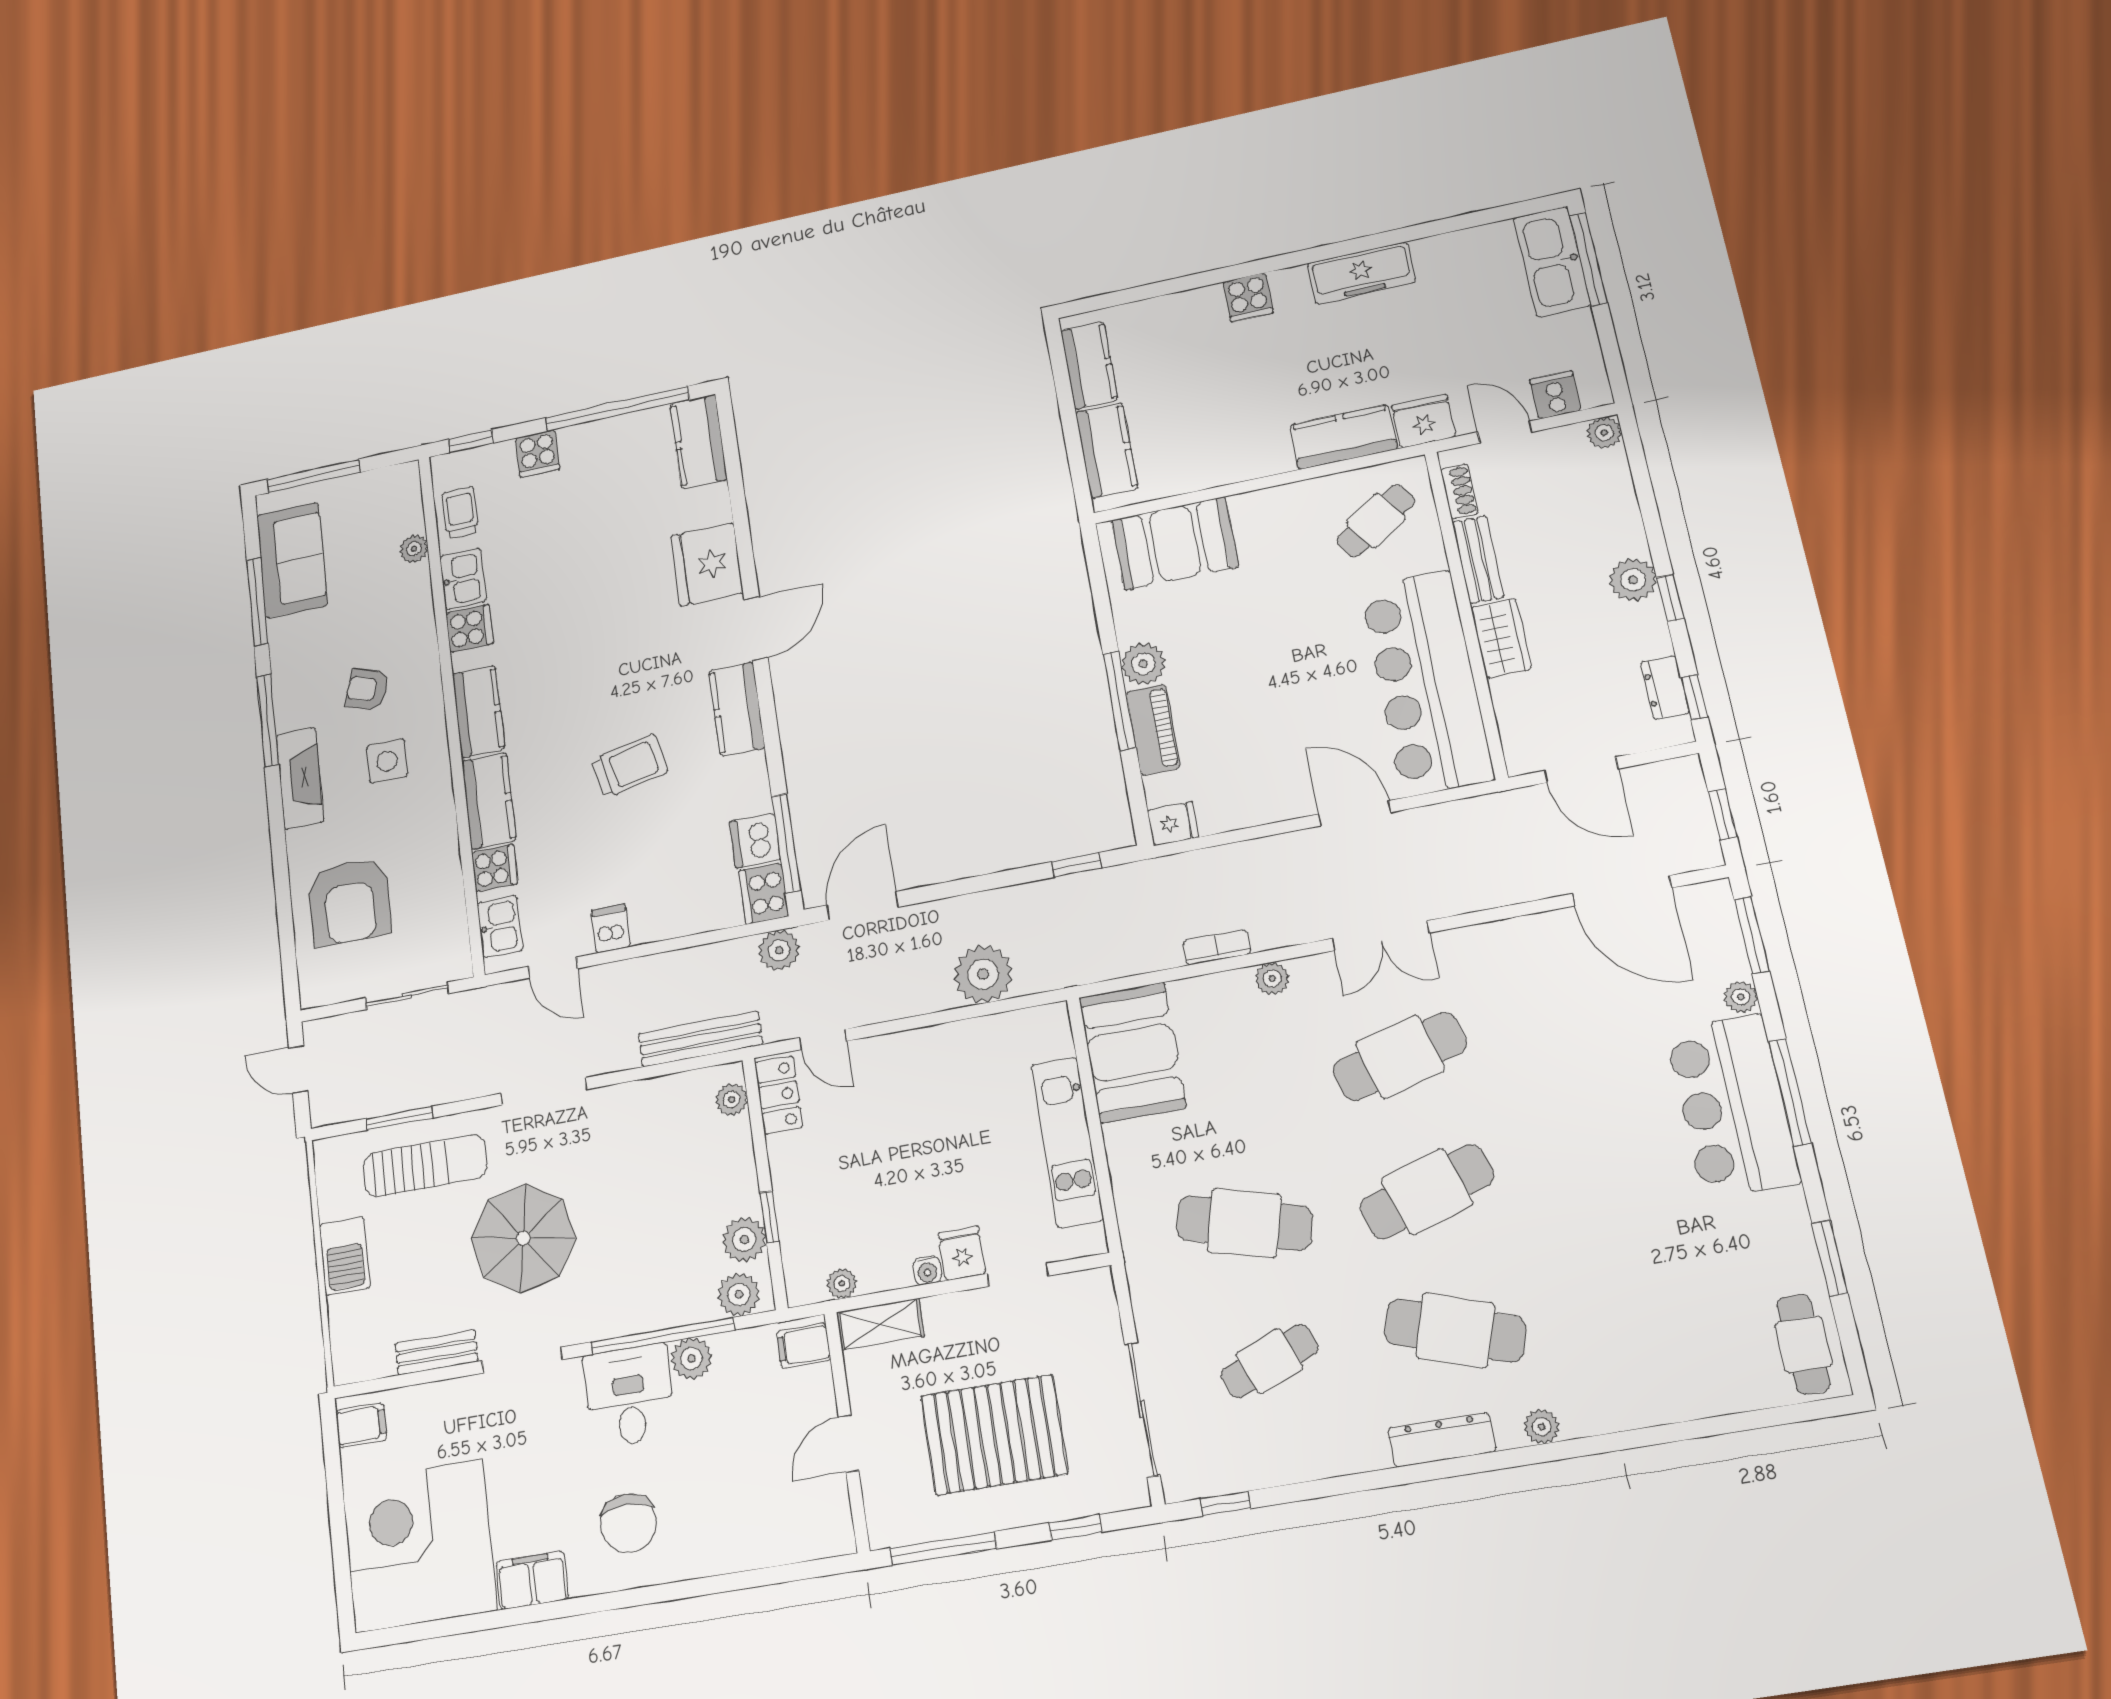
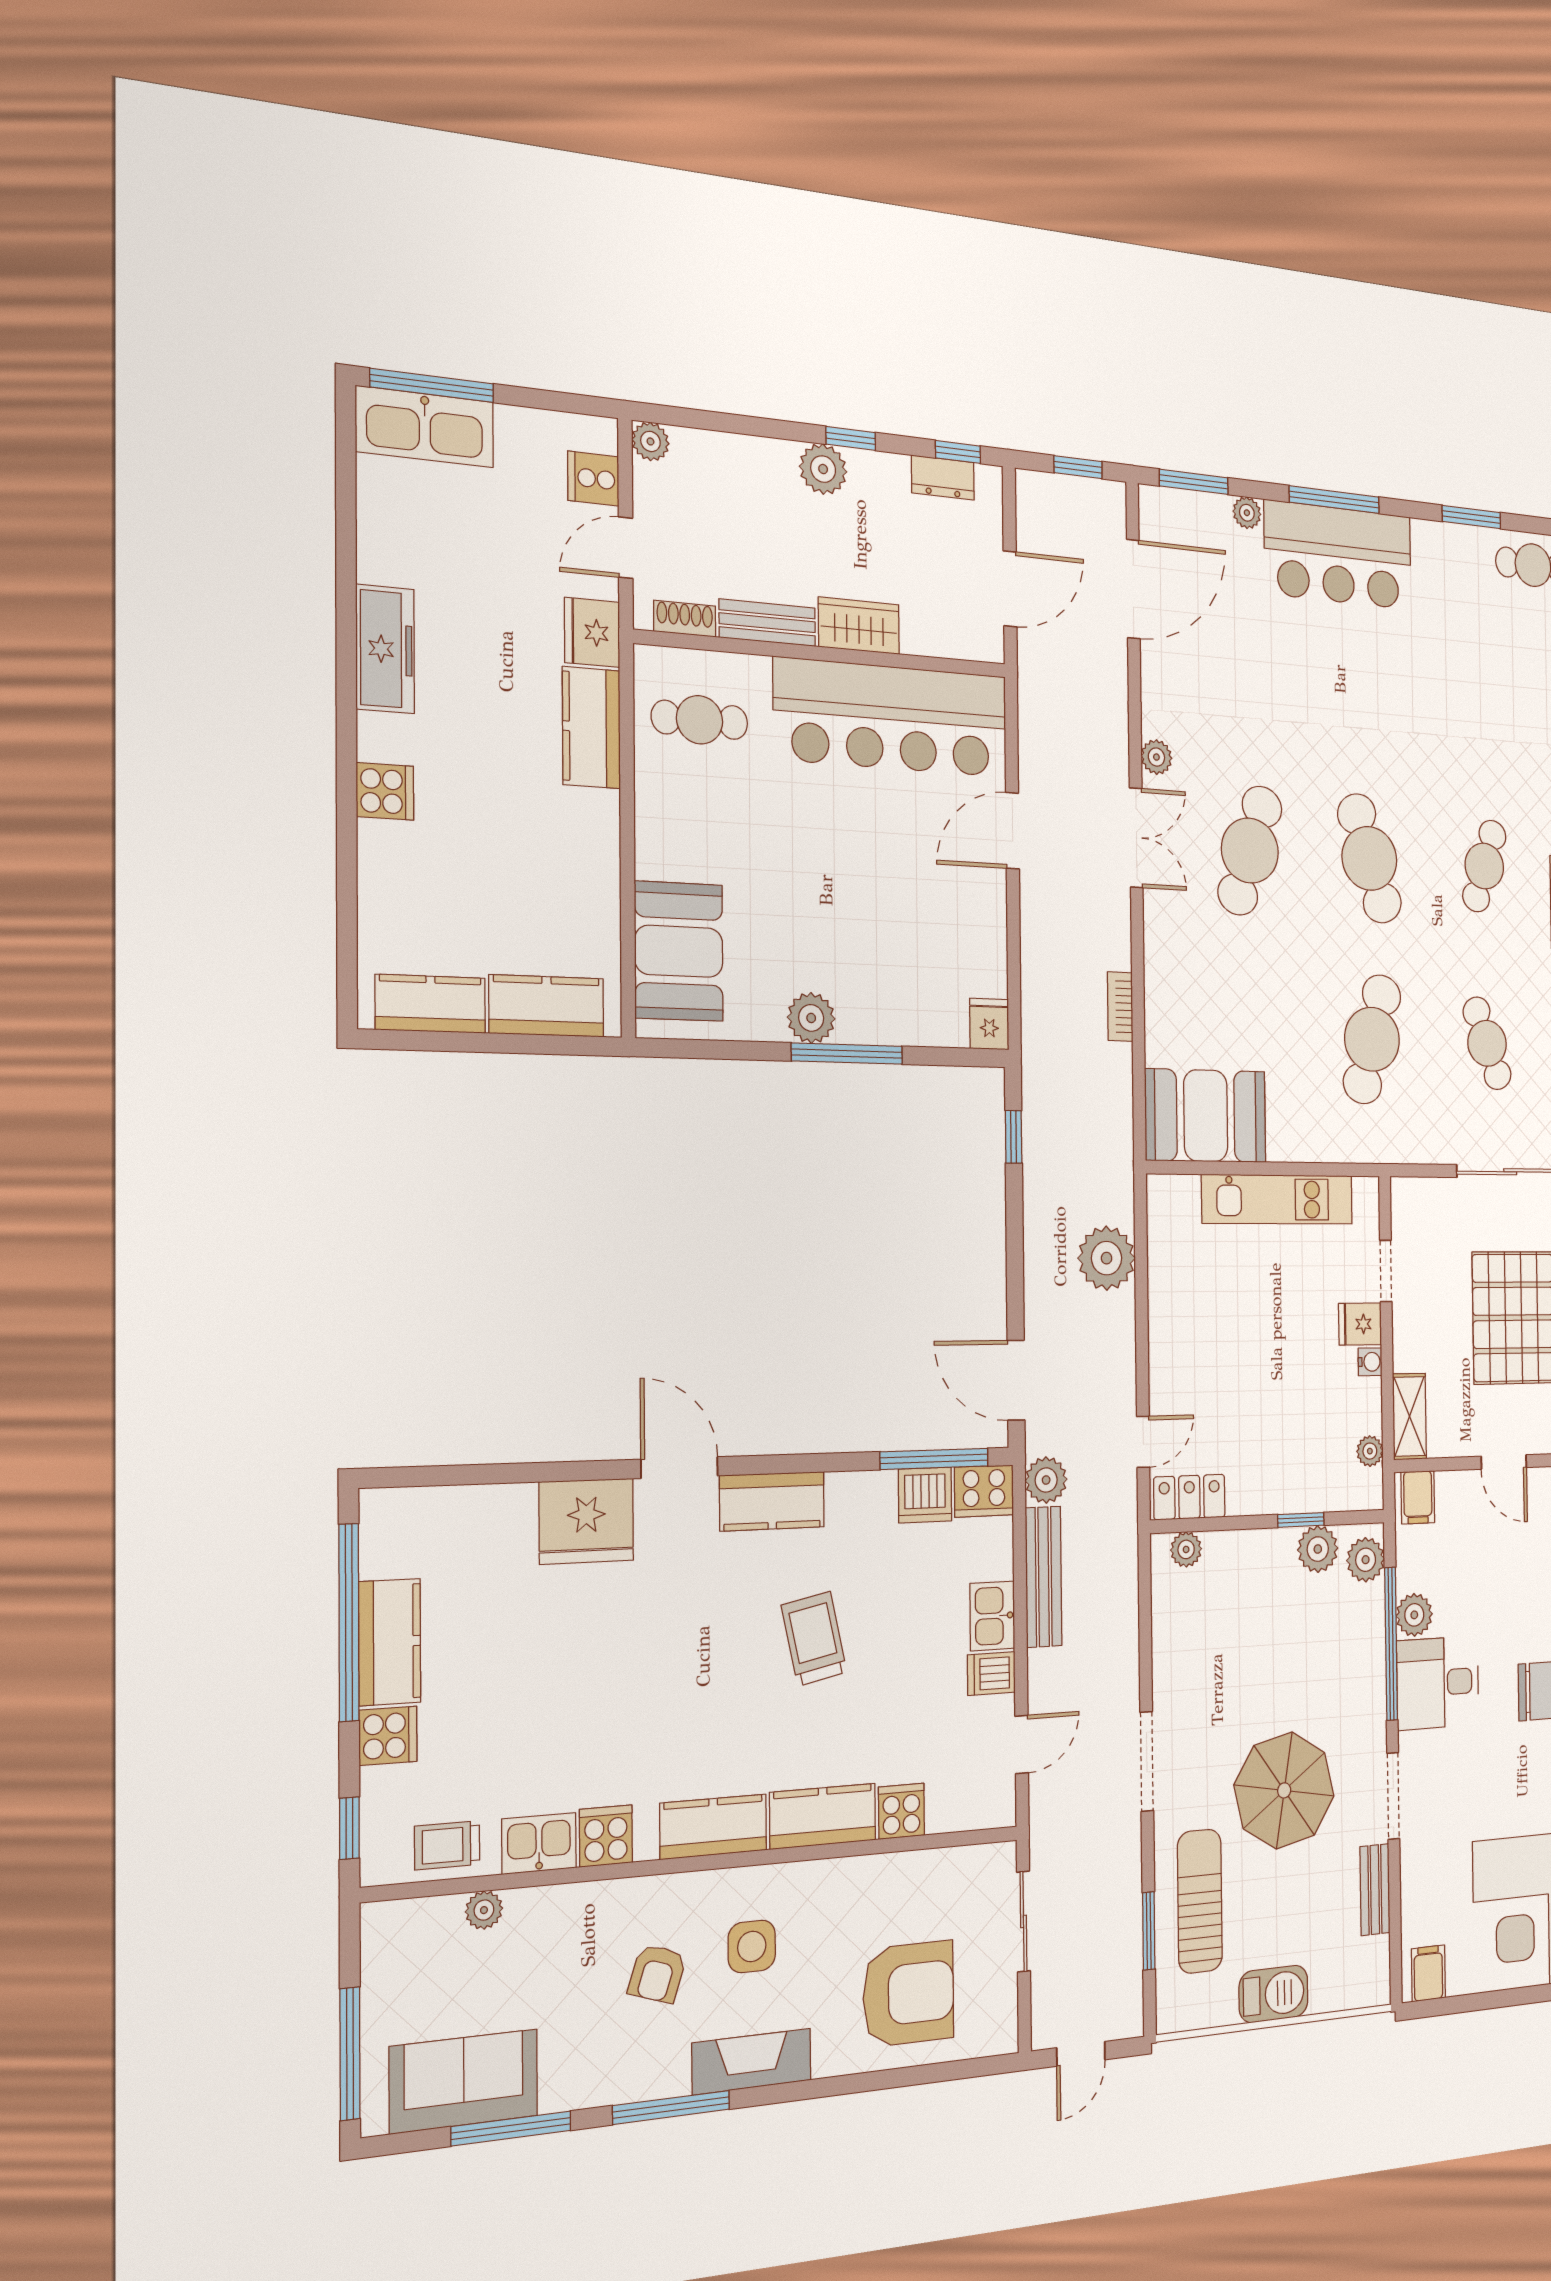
kitchen counter: (699, 441) -> (390, 1642), moved, turned -90
cafe table: (1376, 521) -> (700, 720), turned -56
piano: (1153, 730) -> (886, 1023), removed
kitchen sink: (500, 927) -> (992, 1616), moved, turned -90
plant: (1272, 978) -> (1156, 757), moved
bench: (700, 1039) -> (1044, 1577), moved
cafe table: (1400, 1057) -> (1250, 851), turned 33
cafe table: (1455, 1330) -> (1484, 866), width x0.73, depth x0.74

